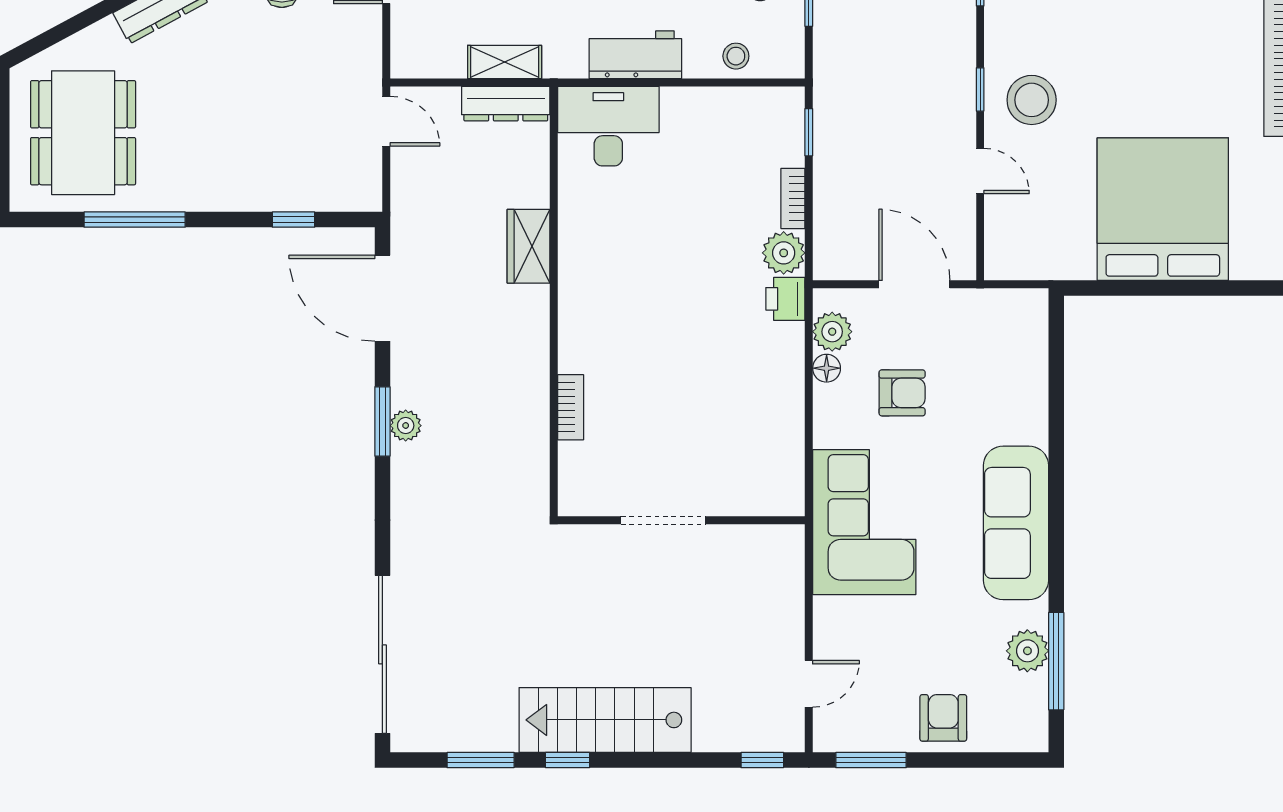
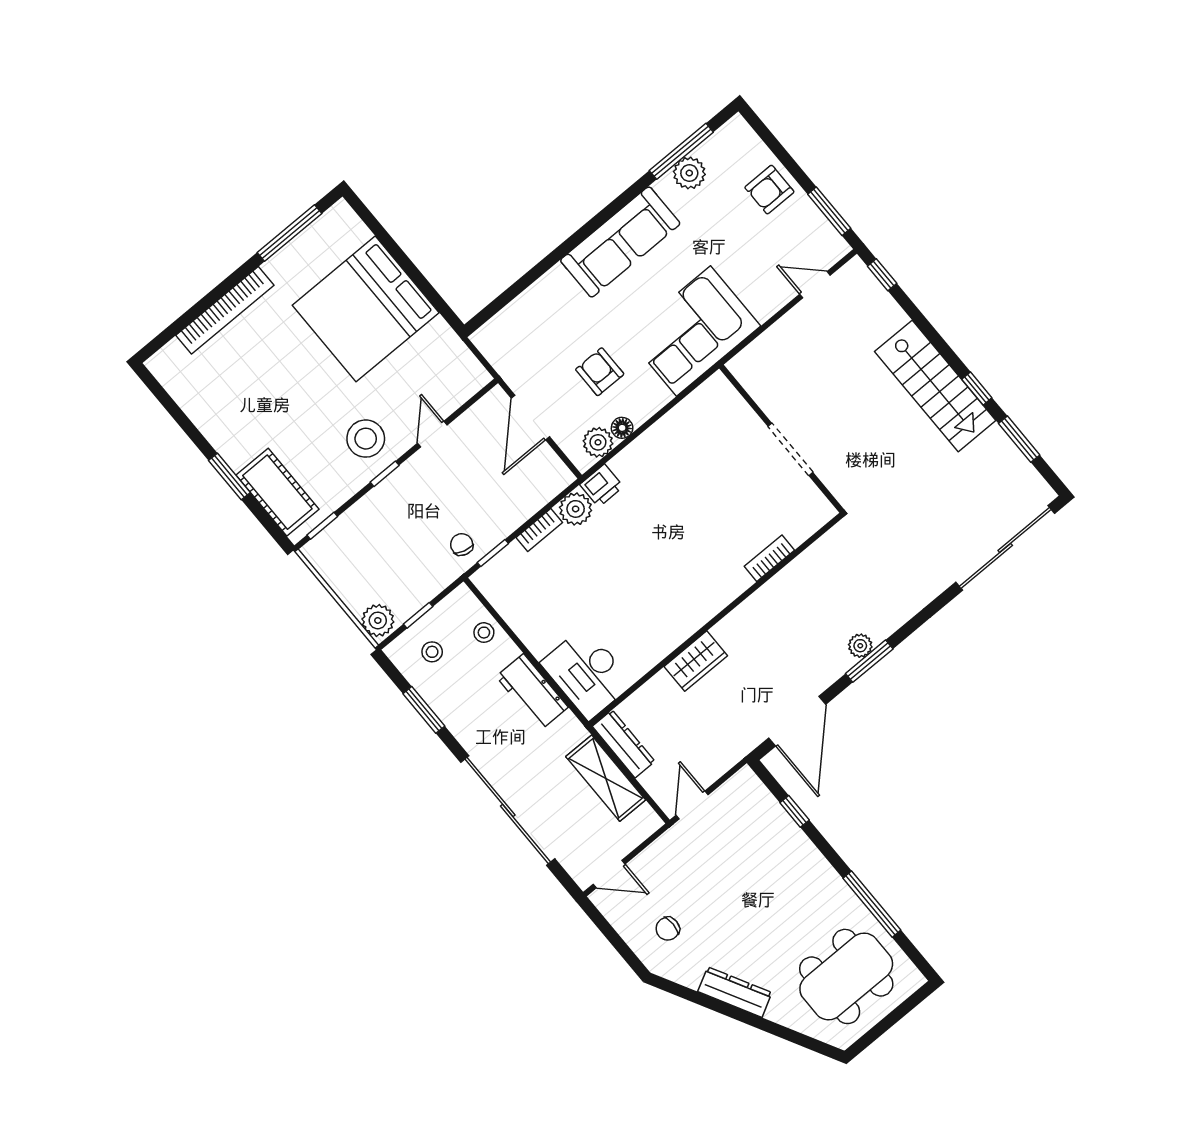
shelving: (505, 62) -> (606, 778), width x1.50, depth x1.33
chair: (844, 108) -> (462, 545), added

